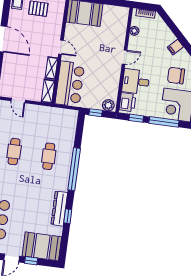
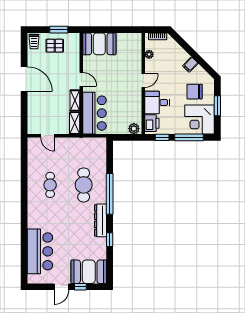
window: (96, 113) -> (123, 137), removed
cafe table: (49, 156) -> (84, 185), width x1.37, depth x1.35
dresser: (59, 209) -> (100, 220), moved

